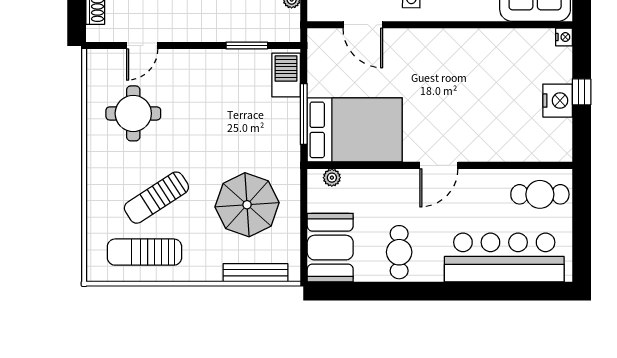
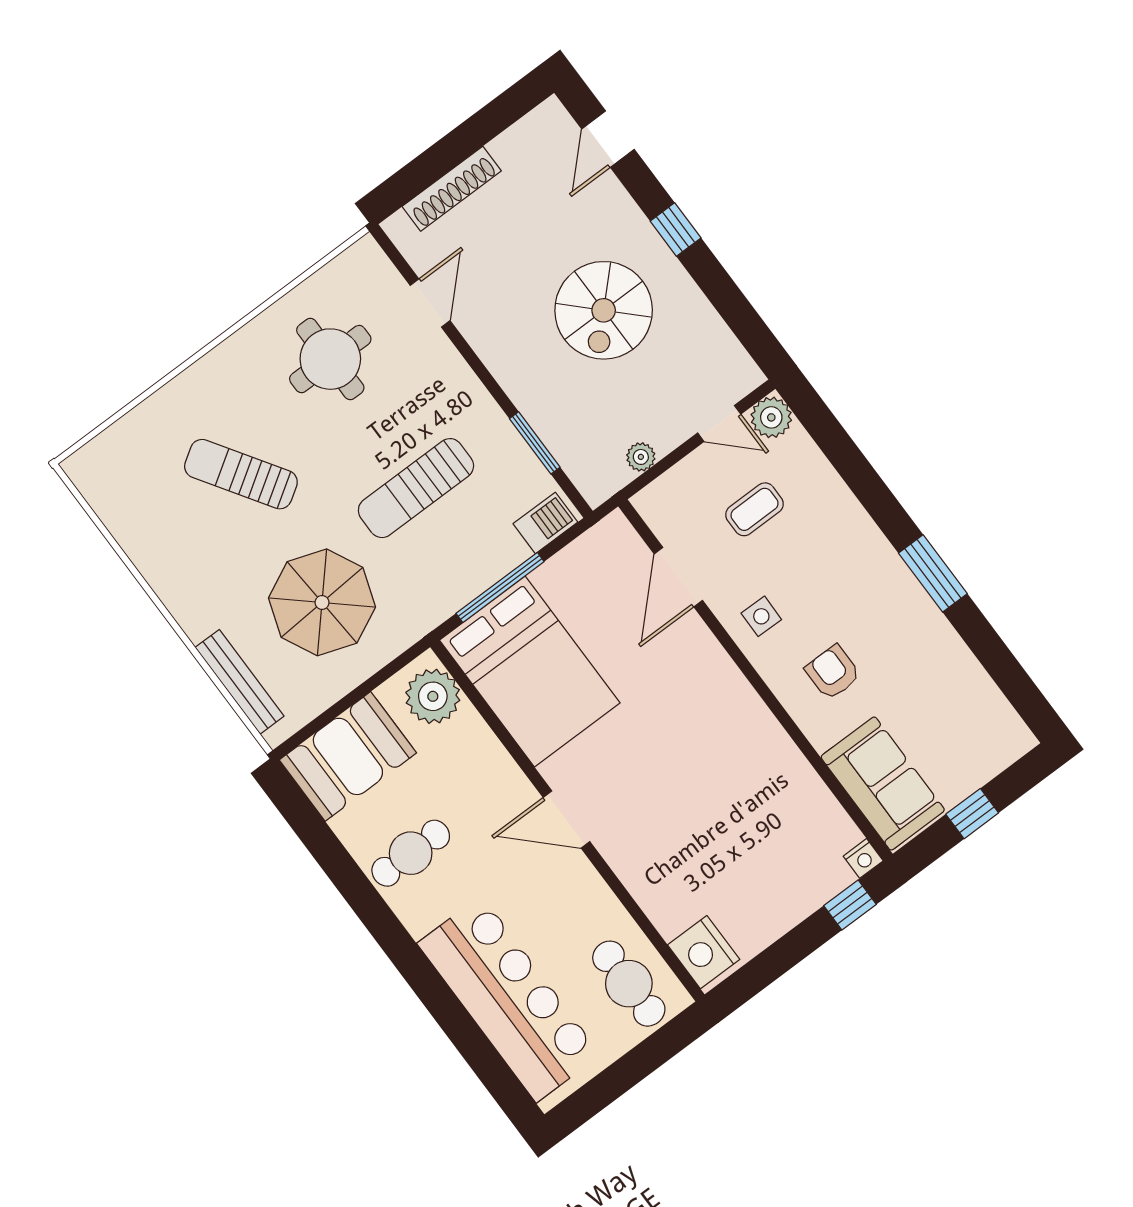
door: (142, 45) -> (430, 303), swing flipped
barbecue: (286, 75) -> (545, 523), width x0.73, depth x0.79
window: (582, 92) -> (850, 905), moved
nightstand: (558, 101) -> (704, 952), moved, turned 90
plant: (332, 178) -> (433, 696), width x1.87, depth x1.87
sun lounger: (144, 252) -> (416, 488), moved, turned -90

